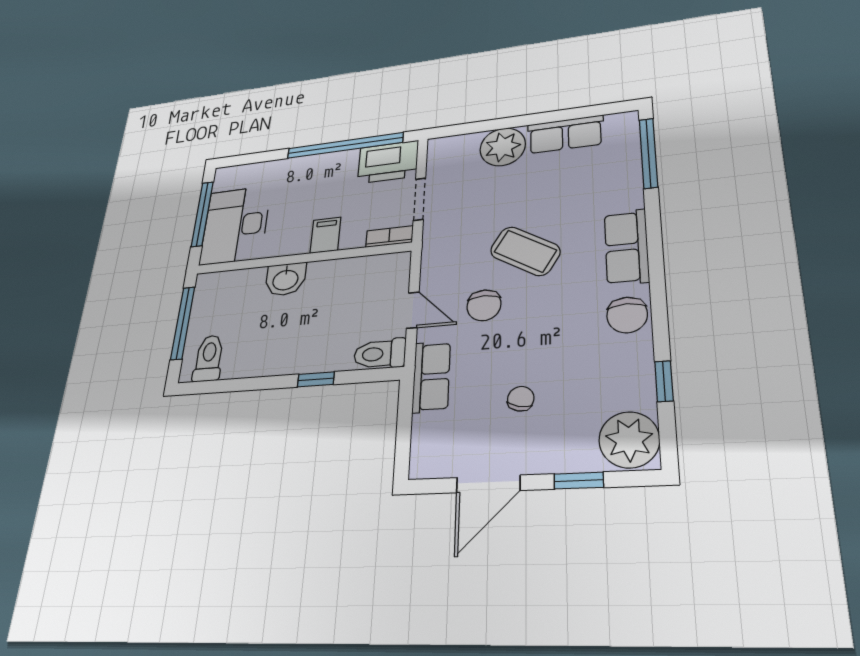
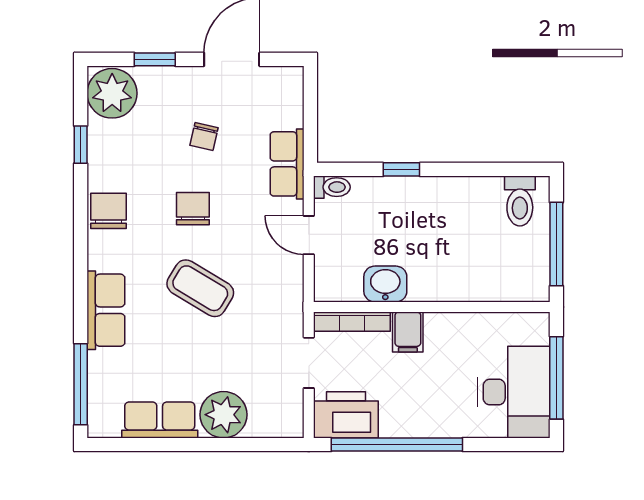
desk: (235, 225) -> (514, 392), moved
bookcase: (389, 237) -> (352, 322), width x1.56
row of seats: (626, 247) -> (106, 310), moved
washbasin: (285, 279) -> (385, 284), moved
chair: (484, 305) -> (193, 209), moved
toilet: (380, 354) -> (332, 187), width x0.73, depth x0.72

